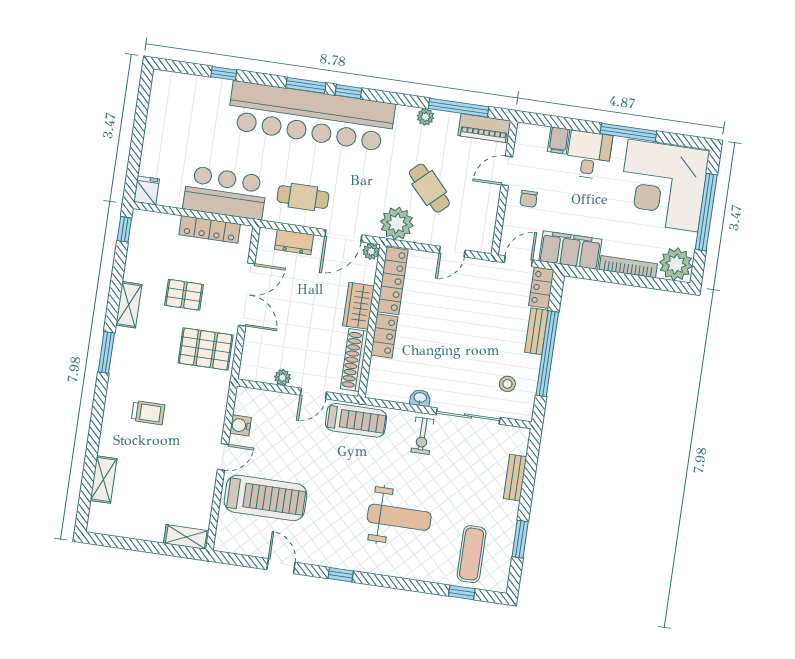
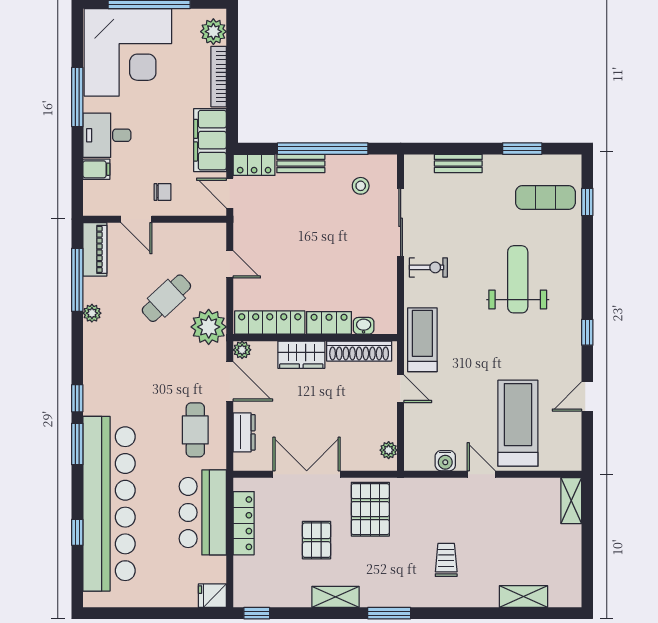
bar counter: (311, 116) -> (109, 504), moved
plant: (676, 264) -> (213, 32), width x0.73, depth x0.73
plant: (282, 378) -> (389, 450), moved
washbasin: (420, 398) -> (364, 326), moved, turned 90

